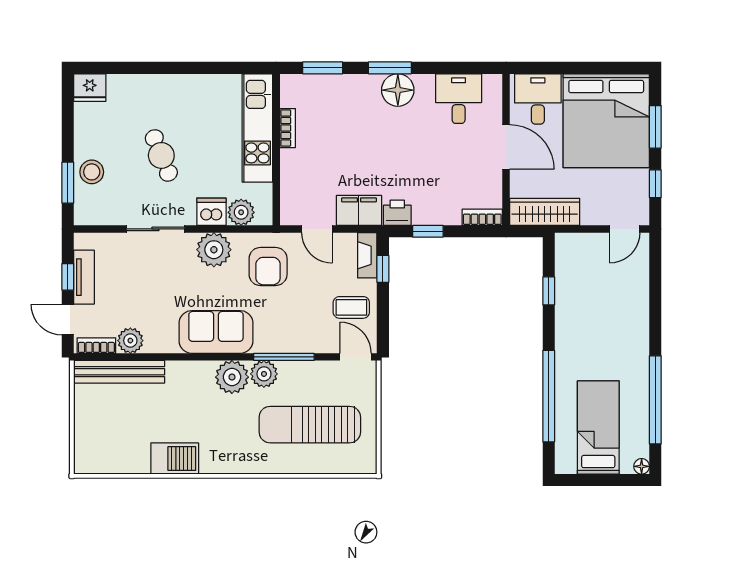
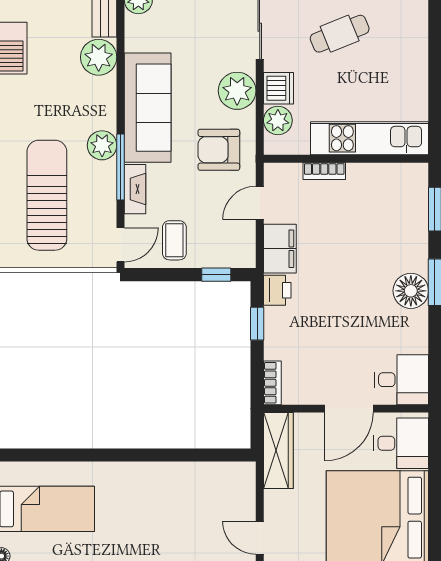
desk: (459, 99) -> (401, 380), moved
bookcase: (288, 128) -> (324, 171), moved
fireplace: (367, 255) -> (135, 189), moved, turned 90
window: (549, 291) -> (192, 455), removed
sofa: (216, 332) -> (148, 108), width x1.36
plant: (232, 377) -> (99, 57), moved
window: (549, 396) -> (78, 455), removed

